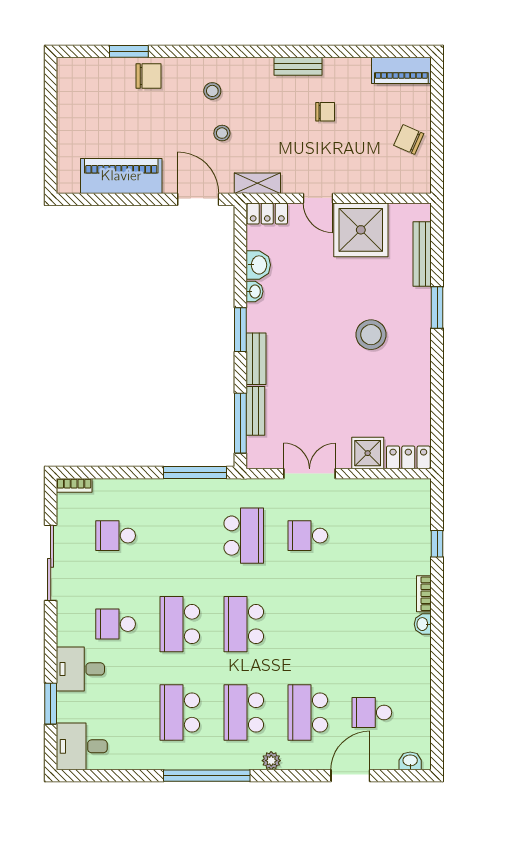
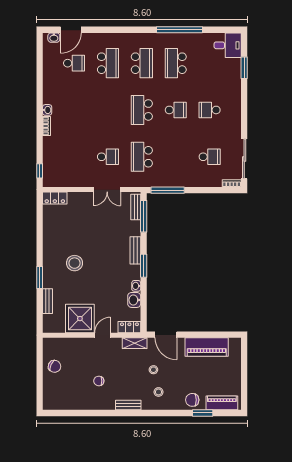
bench: (298, 66) -> (128, 405), moved
piano: (401, 70) -> (222, 403), moved
door: (318, 198) -> (103, 335), hinge flipped
bench: (422, 254) -> (47, 301), width x0.73
bench: (255, 411) -> (136, 207), moved
shower: (368, 453) -> (76, 200), removed
window: (437, 544) -> (40, 171), moved
sliding door: (51, 563) -> (244, 159), moved
school desk: (116, 624) -> (210, 110), turned 180
school desk: (180, 624) -> (176, 110), width x0.54
school desk: (244, 624) -> (142, 110), turned 180
desk: (80, 669) -> (228, 86), removed
school desk: (180, 712) -> (176, 63), turned 180
plant: (271, 761) -> (127, 38), removed
window: (207, 776) -> (179, 30), moved
door: (350, 776) -> (71, 30), moved

